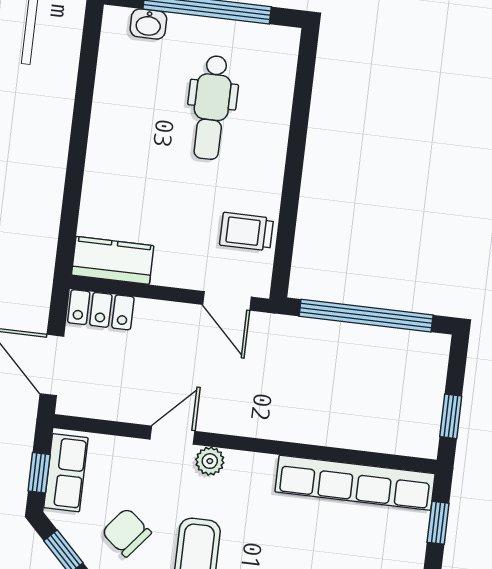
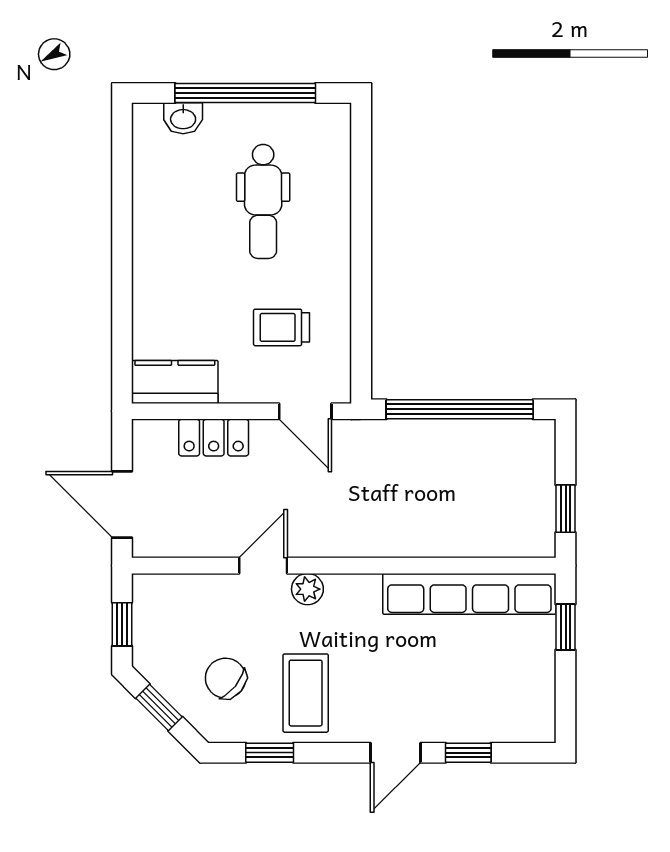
trolley: (247, 232) -> (281, 327), moved
locker: (101, 310) -> (214, 438), moved
row of seats: (66, 473) -> (151, 621), removed

